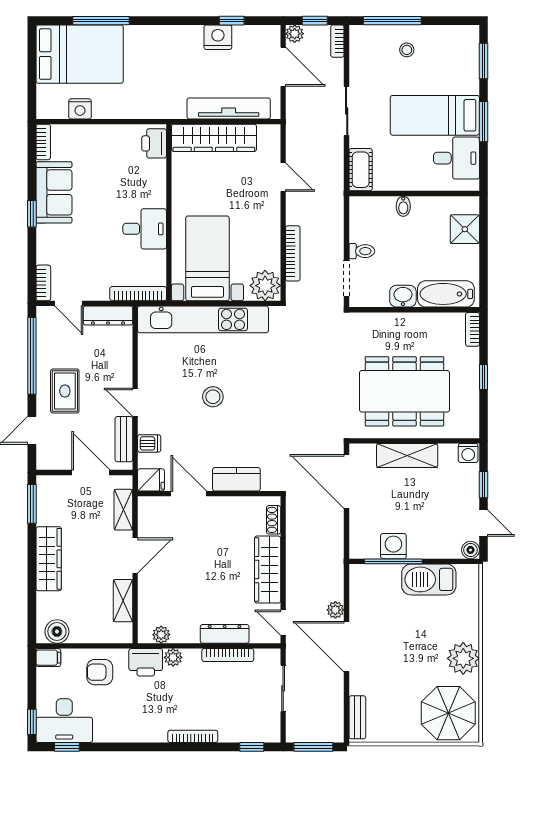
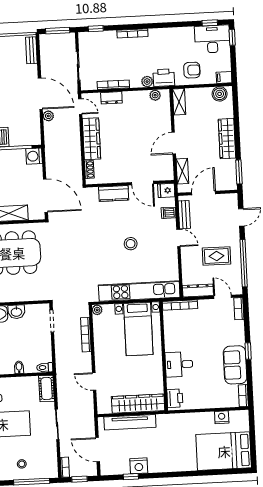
window: (101, 21) -> (211, 472), removed
plant: (295, 34) -> (92, 470), removed
desk: (145, 229) -> (179, 364), moved
toilet: (362, 251) -> (45, 367), moved
plant: (265, 286) -> (97, 310), width x0.53, depth x0.53
rug: (65, 391) -> (217, 256), moved, turned 90
door: (91, 473) -> (204, 193), swing flipped
washing machine: (393, 546) -> (34, 156), moved, turned 90
shelving: (123, 601) -> (179, 102), moved
dresser: (225, 634) -> (111, 98), width x0.70

